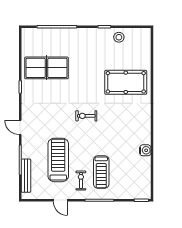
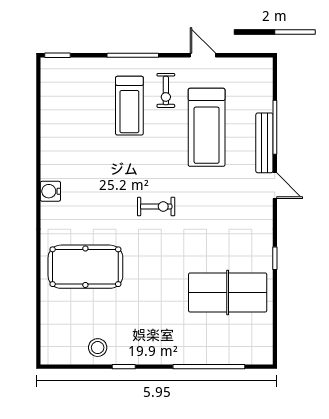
water cooler: (145, 150) -> (50, 191), moved
treadmill: (101, 172) -> (129, 106), turned 180
bench: (26, 176) -> (264, 143), moved

